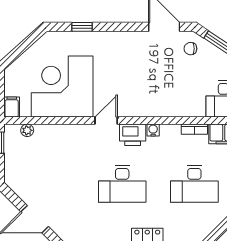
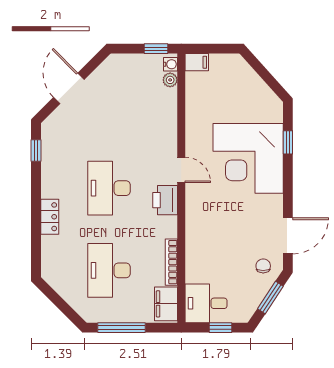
corner desk: (62, 87) -> (248, 158), moved, turned 180
bookcase: (194, 129) -> (171, 262), width x1.56
water cooler: (153, 130) -> (170, 64), moved

